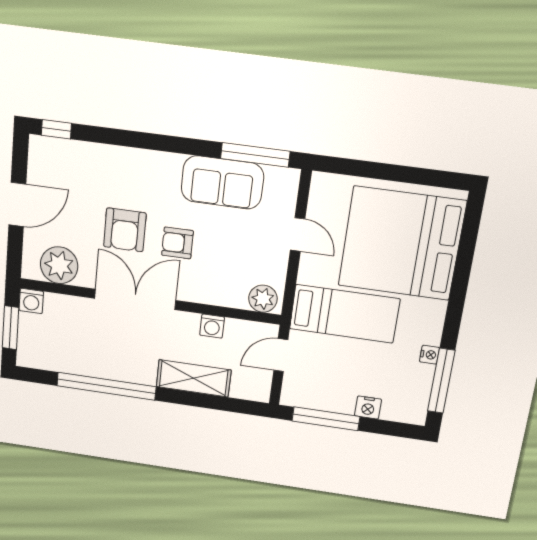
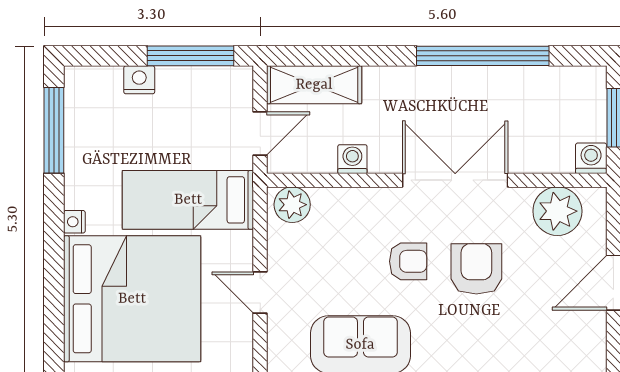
double door: (135, 299) -> (455, 180), swing flipped
nightstand: (429, 355) -> (74, 222), moved
shelving: (194, 378) -> (314, 85), moved

